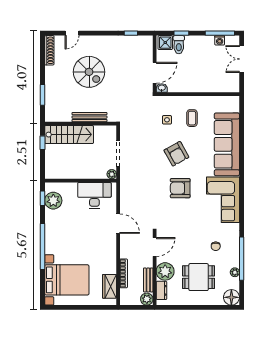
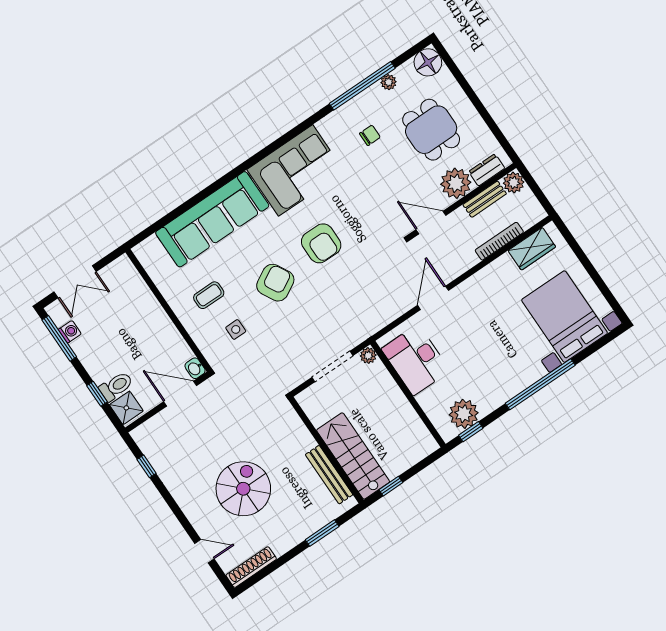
bench: (89, 117) -> (329, 475), moved

